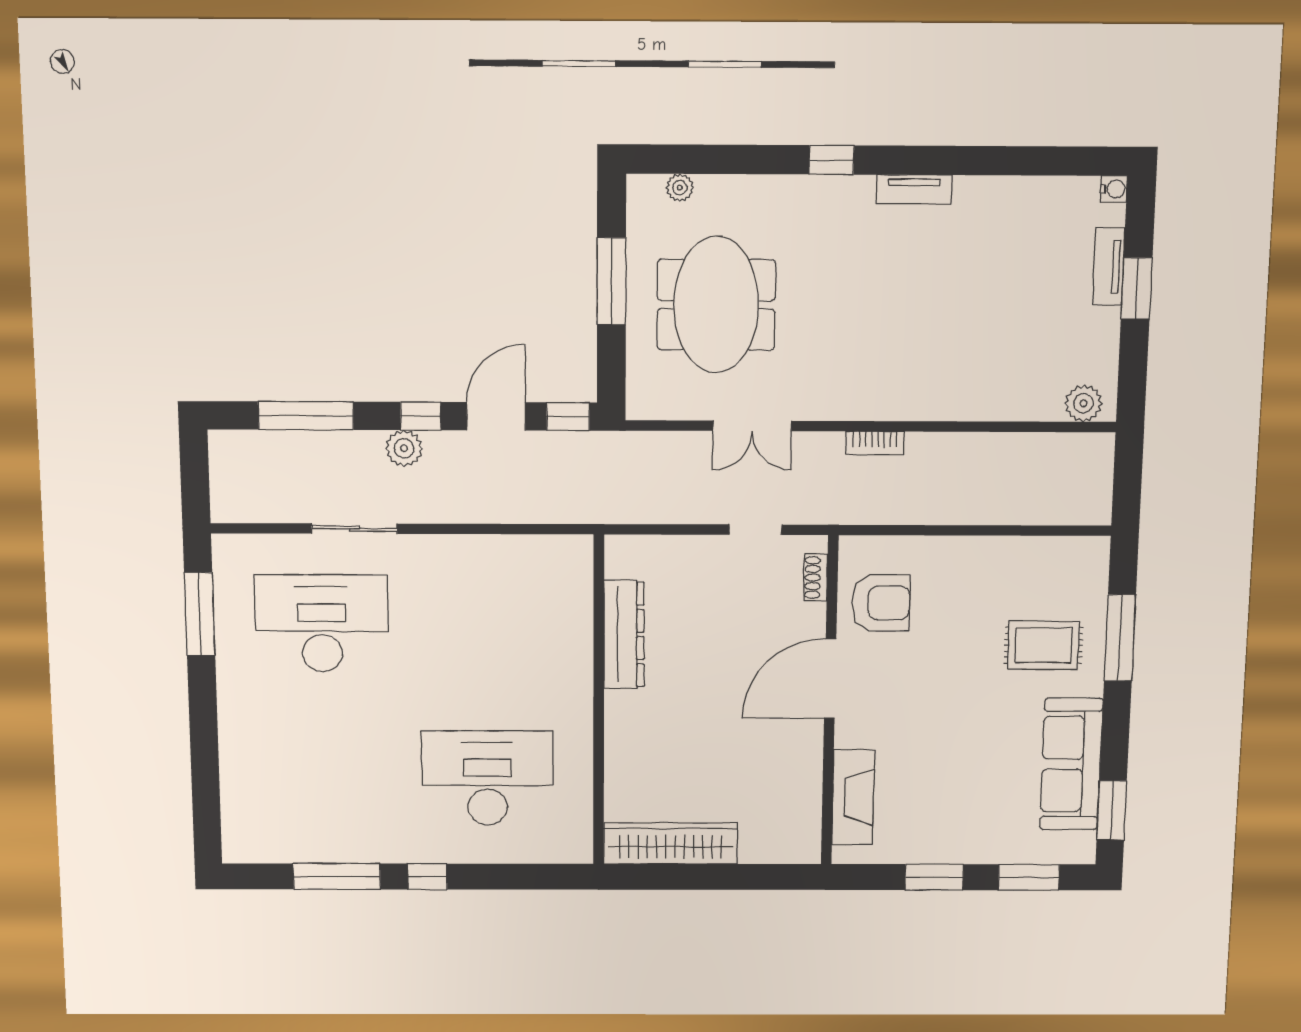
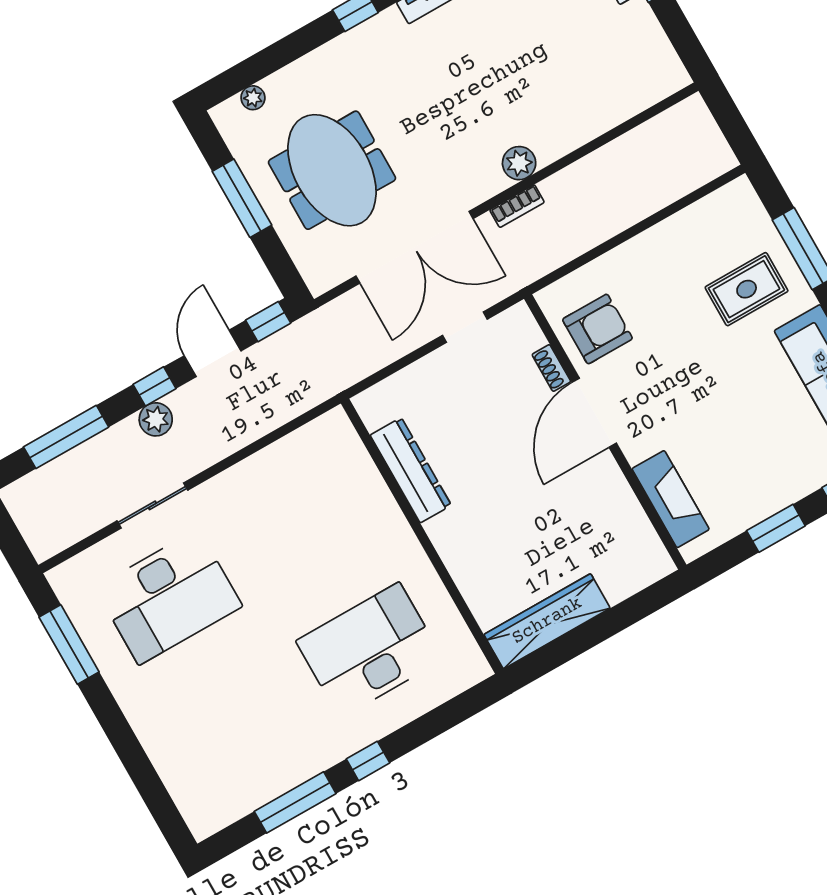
plant: (1084, 403) -> (519, 163), moved
double door: (752, 426) -> (414, 247), width x1.87
shoe rack: (816, 577) -> (551, 368), moved
desk: (322, 623) -> (169, 597), turned 180

